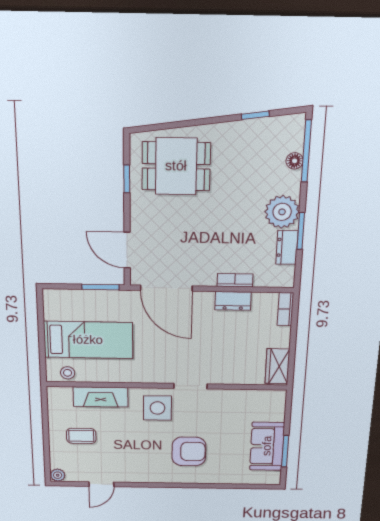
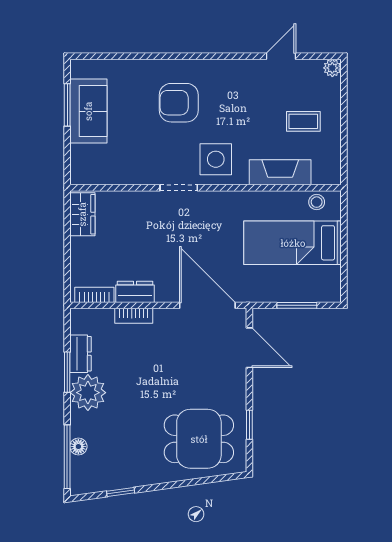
window: (100, 287) -> (297, 305), moved
bookcase: (285, 309) -> (94, 295), moved, turned -90

